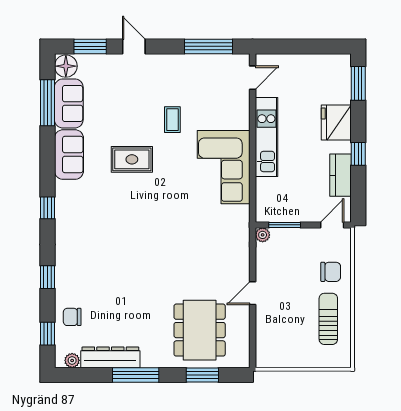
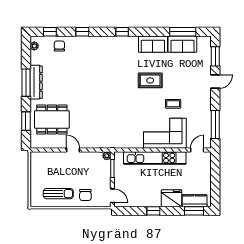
floor lamp: (66, 66) -> (204, 42), removed
door: (253, 78) -> (197, 150), swing flipped
kitchen unit: (266, 137) -> (155, 158), width x1.36
rug: (132, 159) -> (150, 80), turned 90
corner sofa: (224, 167) -> (165, 133), moved
kitchen counter: (341, 175) -> (195, 201), moved
dresser: (110, 357) -> (36, 82), moved

